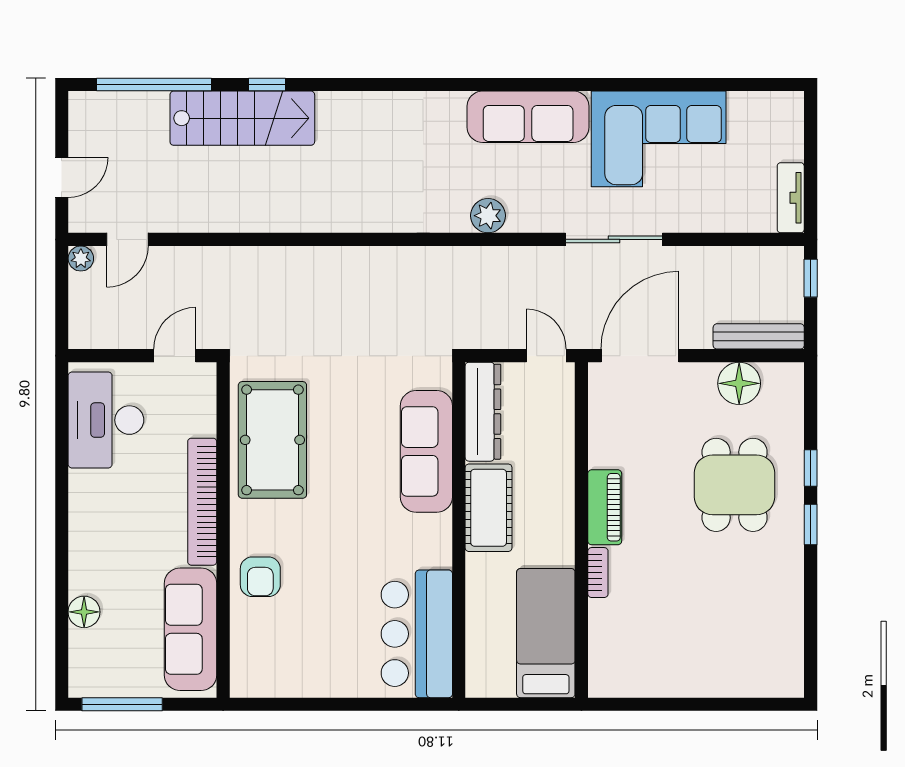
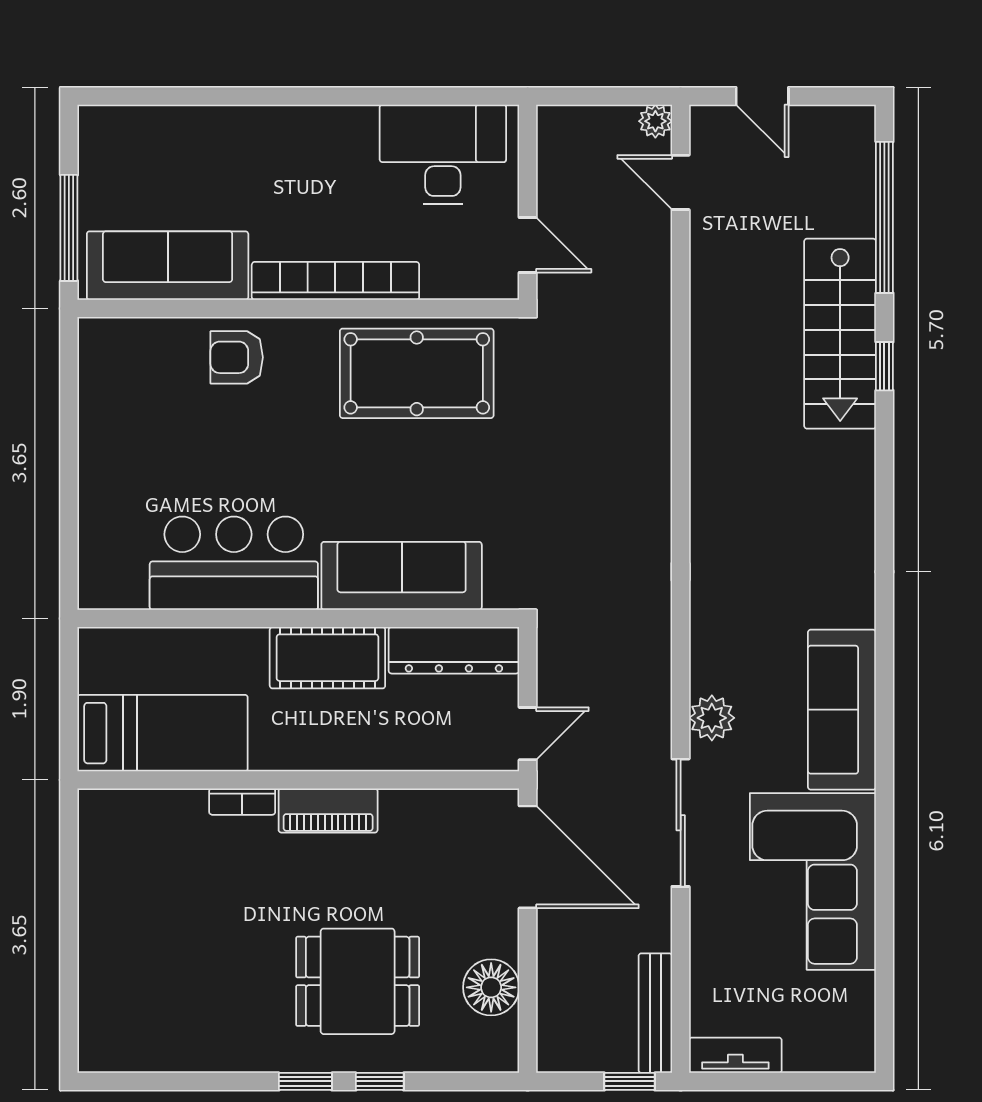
plant: (488, 216) -> (712, 718), moved
bench: (759, 336) -> (655, 1013), moved
floor lamp: (84, 612) -> (190, 125), removed
bar counter: (417, 634) -> (234, 563), moved
window: (122, 704) -> (69, 228), moved

